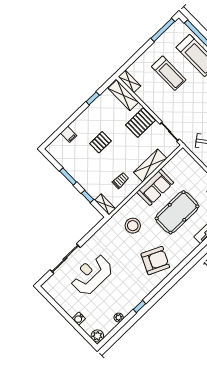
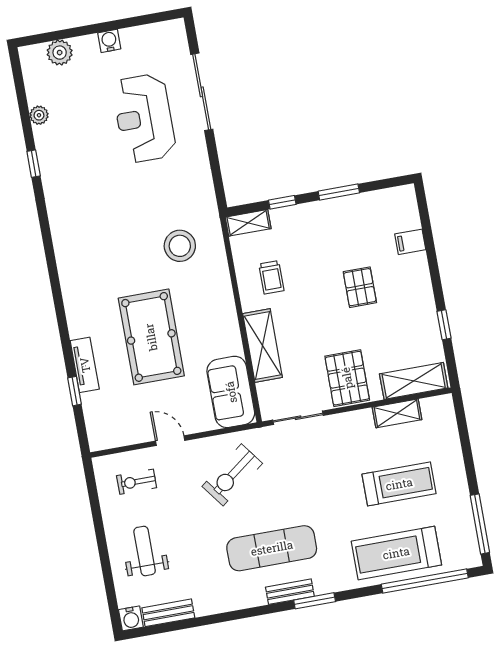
treadmill: (169, 73) -> (399, 484), turned 180
shelving: (129, 81) -> (397, 413), moved
sofa: (155, 187) -> (231, 392), moved
armchair: (155, 261) -> (94, 244), removed
reception desk: (91, 275) -> (144, 118), turned 180
water cooler: (79, 319) -> (109, 41), moved
plant: (97, 336) -> (60, 53), moved

